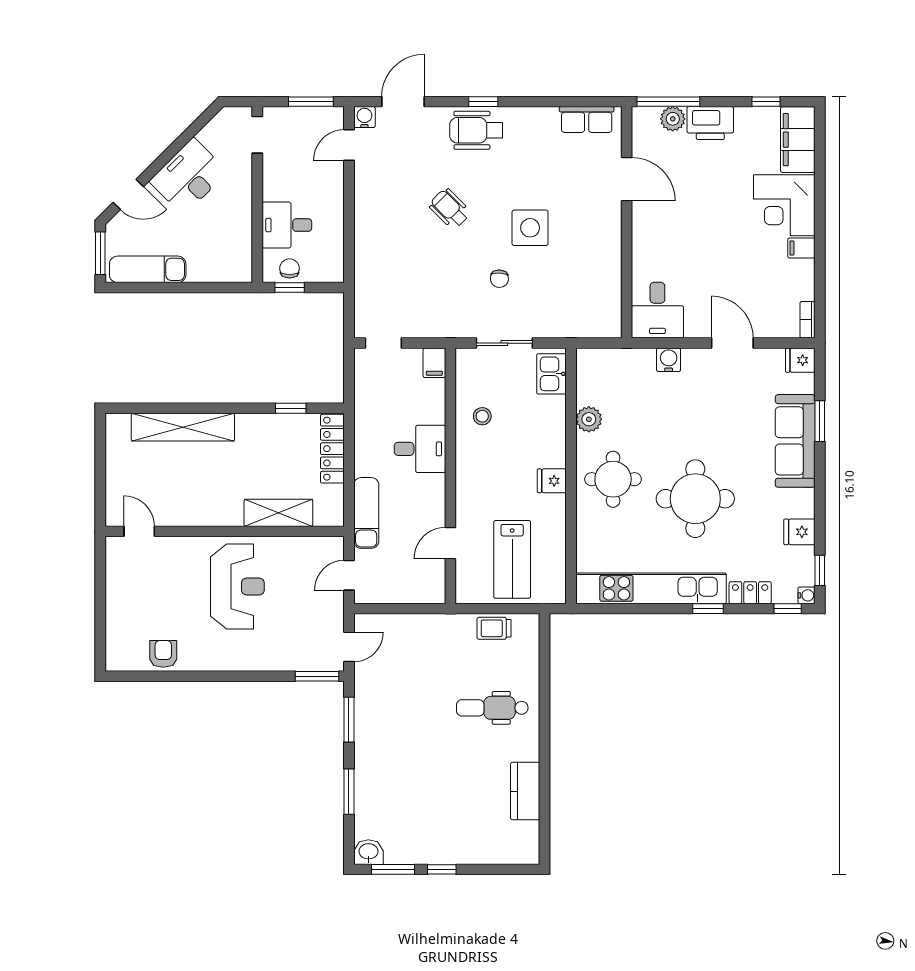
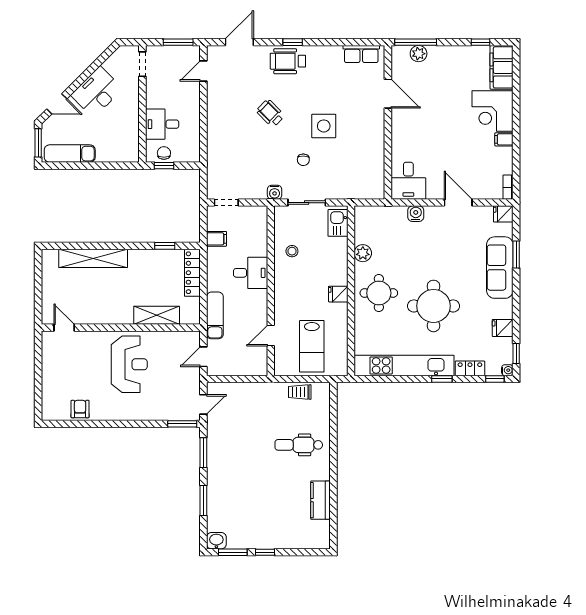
water cooler: (364, 117) -> (275, 192), moved, turned 180
printer: (710, 123) -> (443, 56), removed
filing cabinet: (434, 363) -> (216, 239), moved, turned -90

